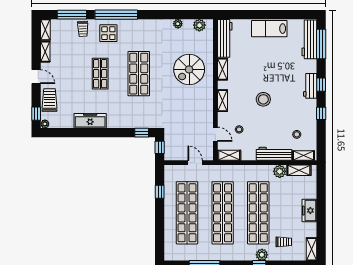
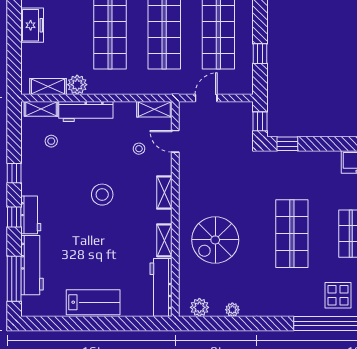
workbench: (309, 39) -> (32, 265), moved
spiral stairs: (189, 69) -> (215, 240), turned 180
door: (195, 163) -> (206, 98), swing flipped

